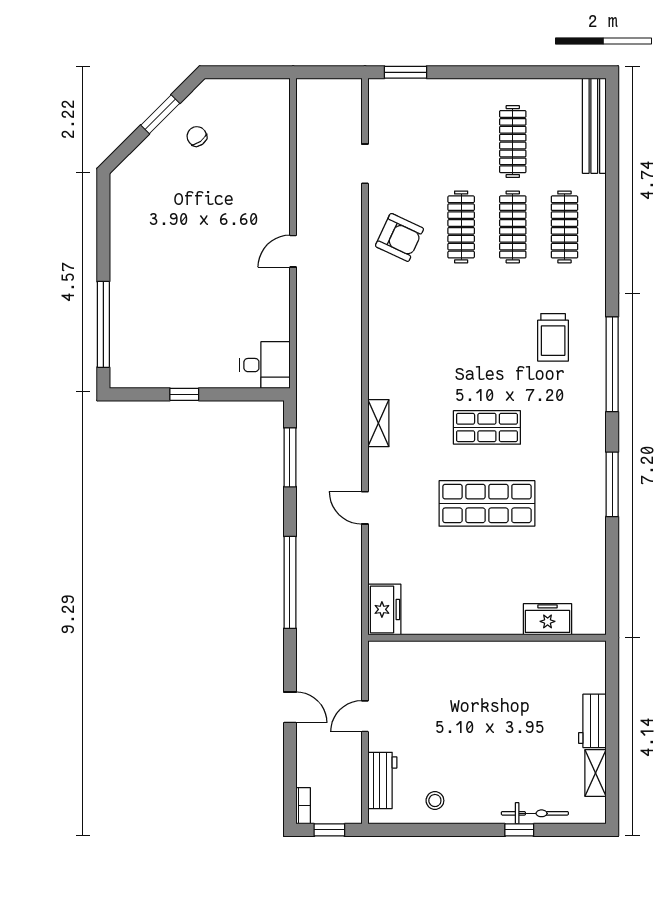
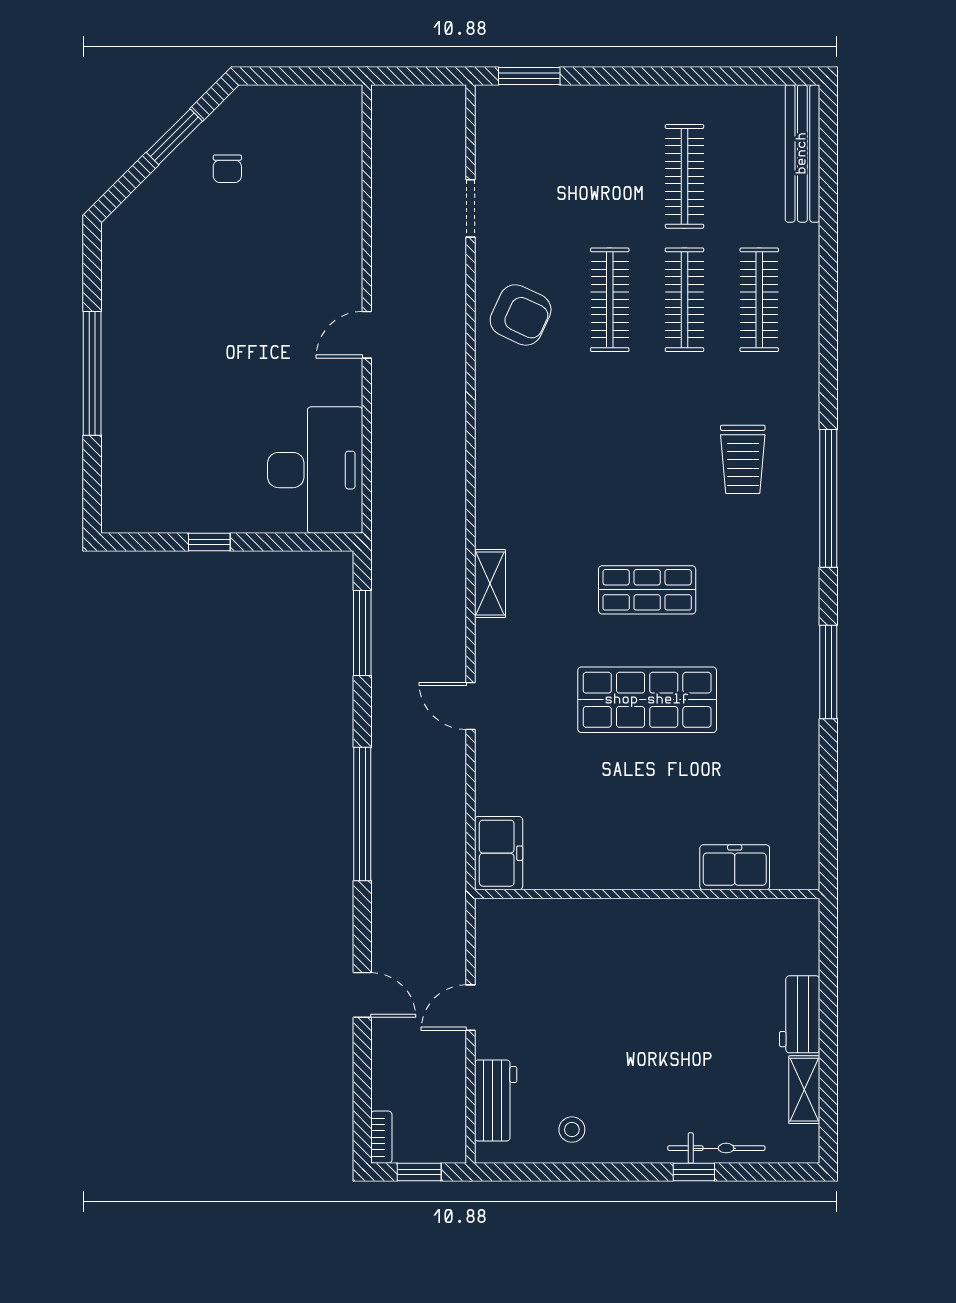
chair: (197, 136) -> (227, 169), turned -143
window: (103, 324) -> (92, 373), moved
desk: (265, 365) -> (315, 470), width x1.87, depth x1.30

